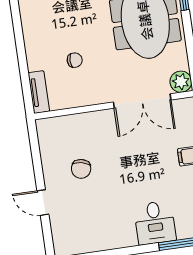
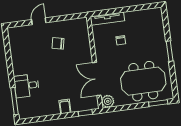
tv unit: (39, 92) -> (107, 19), width x1.41

